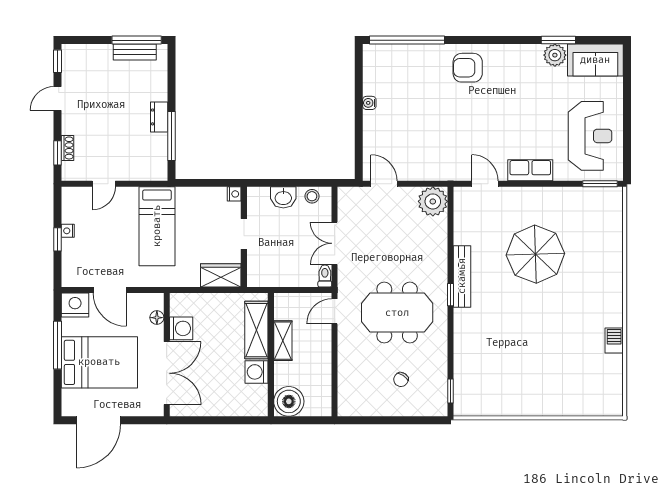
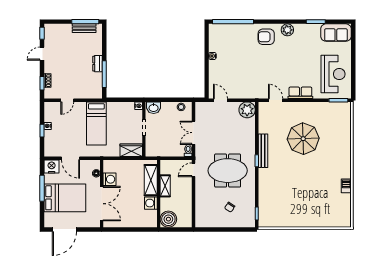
plant: (555, 55) -> (287, 30), moved
washbasin: (283, 197) -> (154, 108), moved

